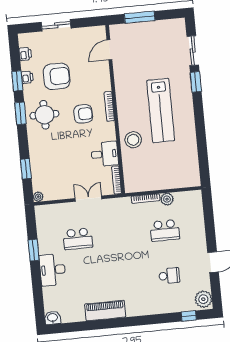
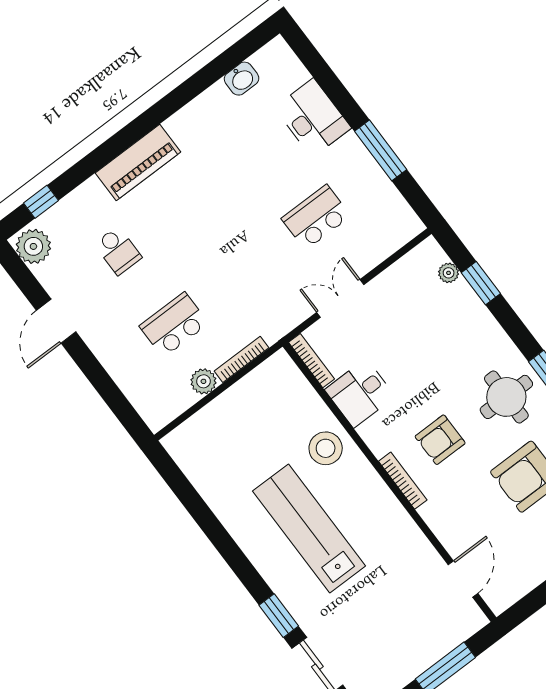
plant: (38, 197) -> (449, 273), moved
double door: (89, 199) -> (340, 298), swing flipped
window: (34, 250) -> (381, 150), width x1.44
desk: (53, 270) -> (313, 118), moved
school desk: (169, 276) -> (118, 251), turned -90
piano: (105, 311) -> (138, 162), moved
washbasin: (53, 318) -> (242, 79), moved

